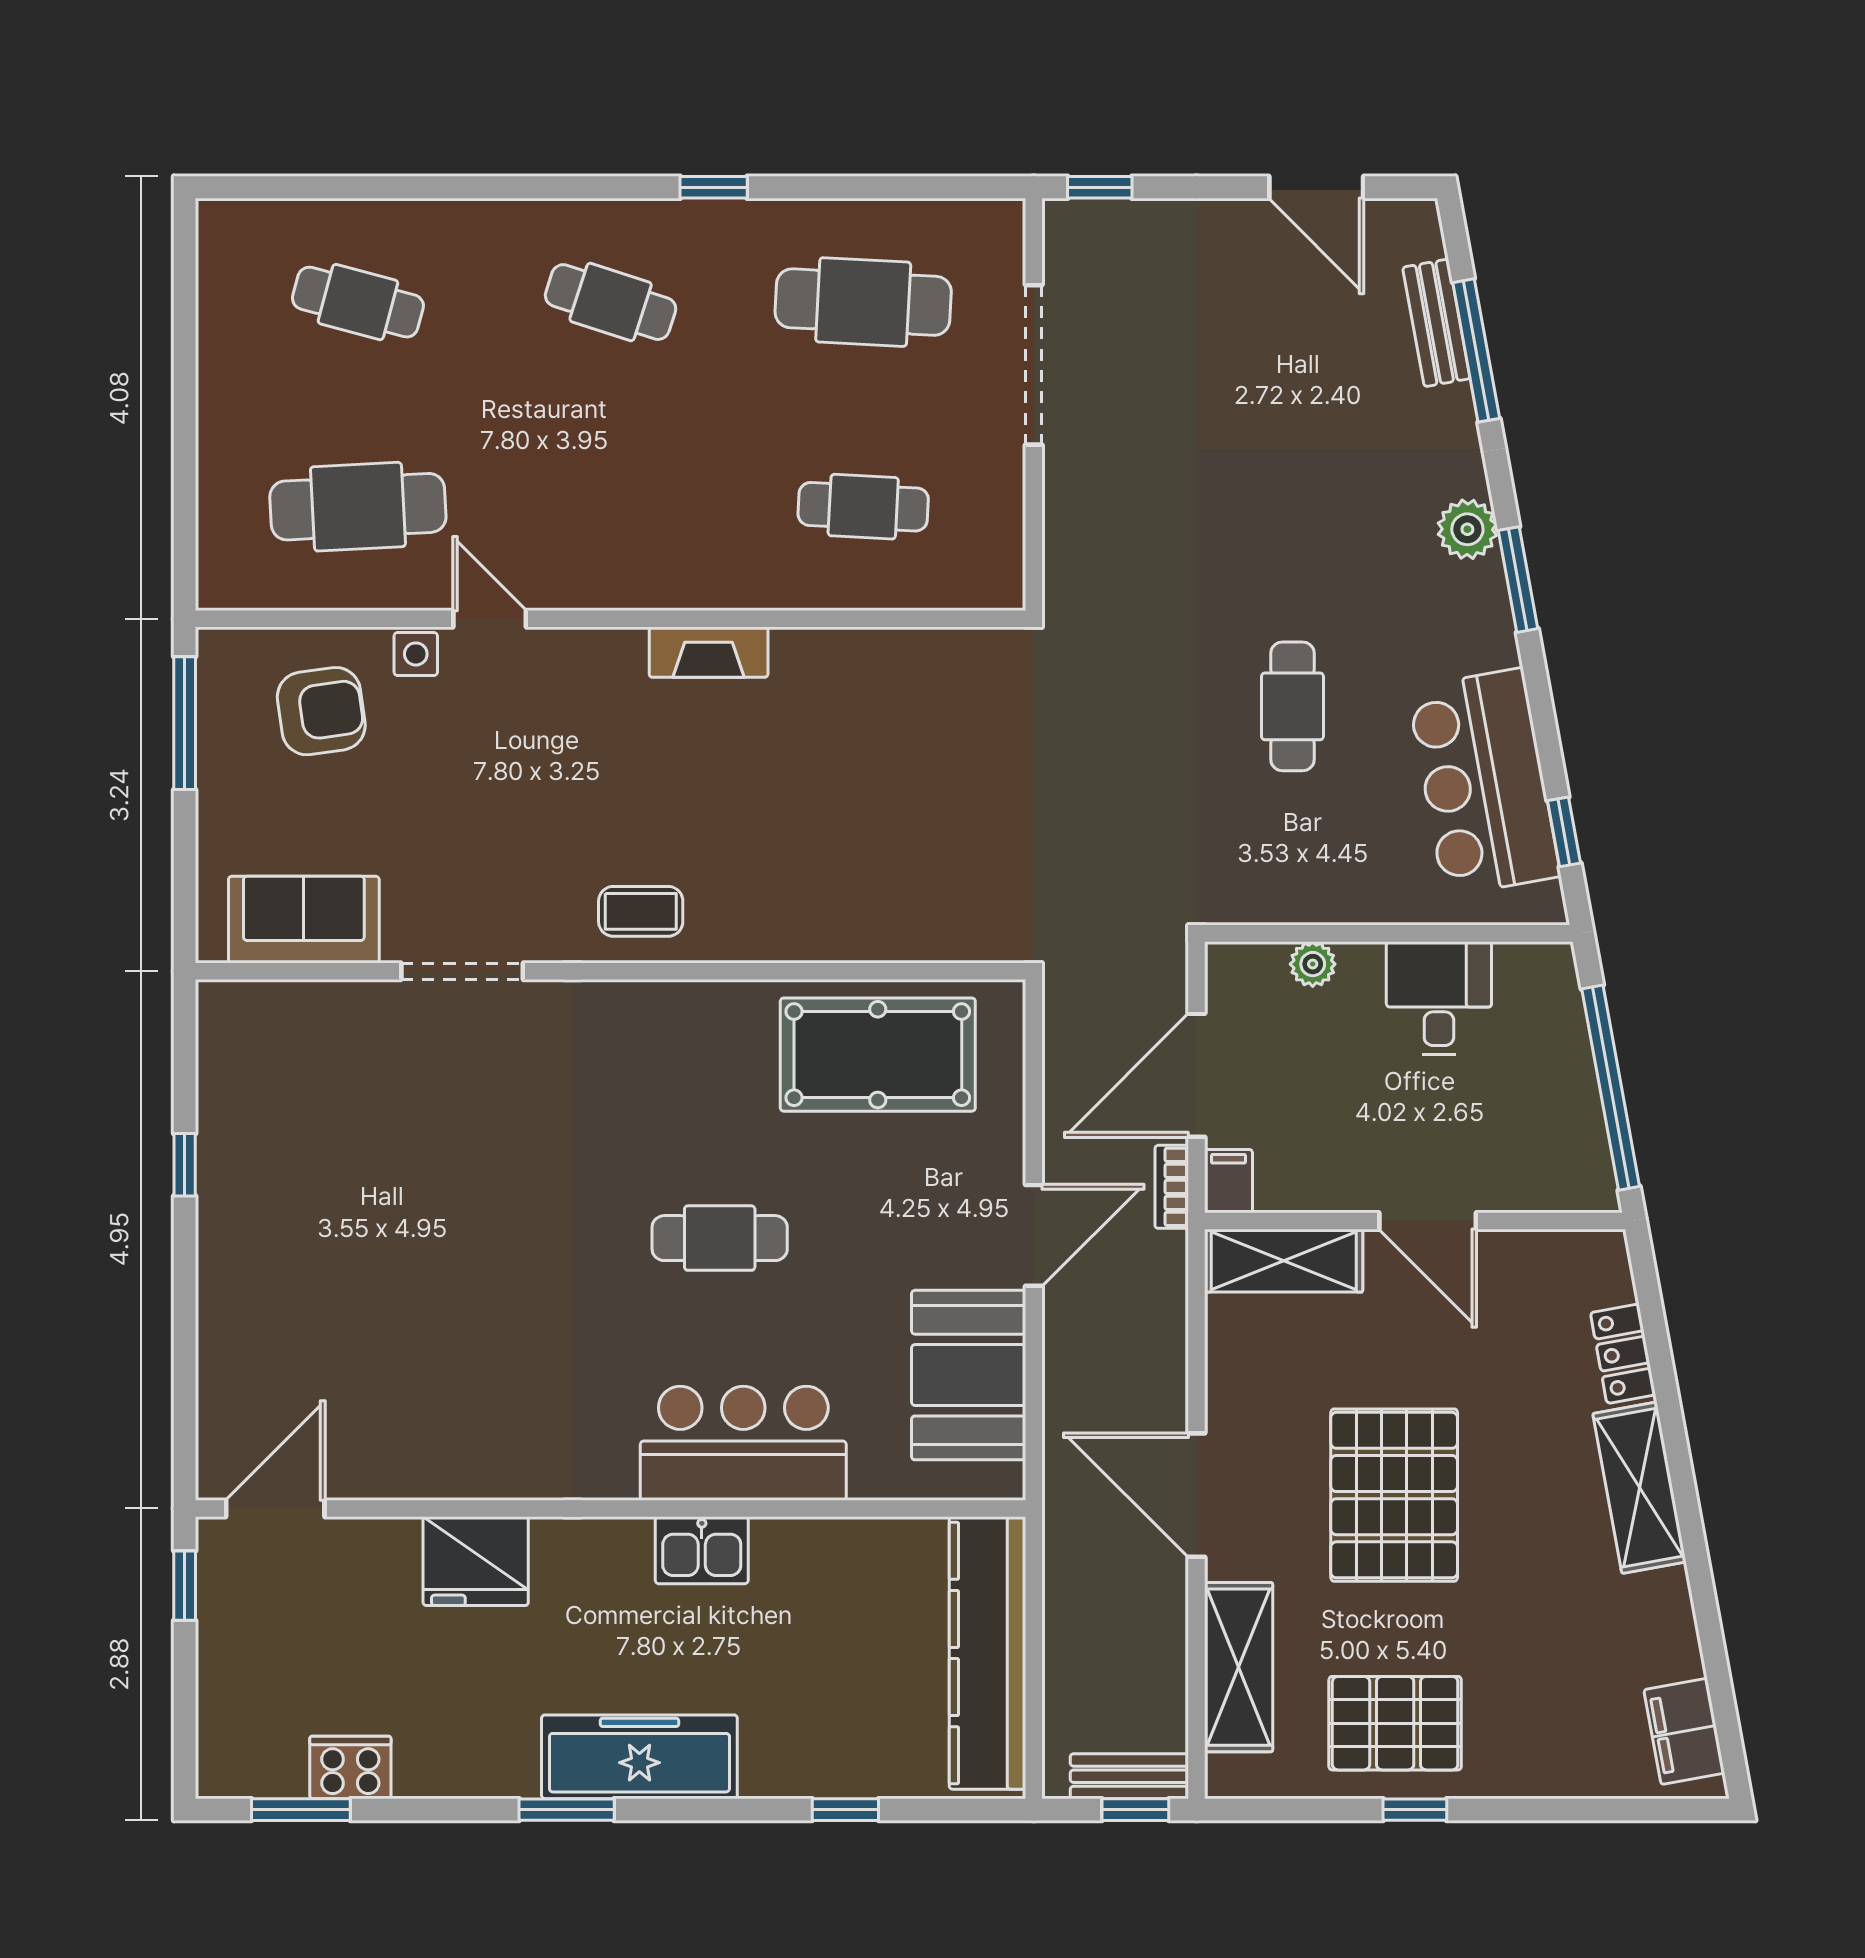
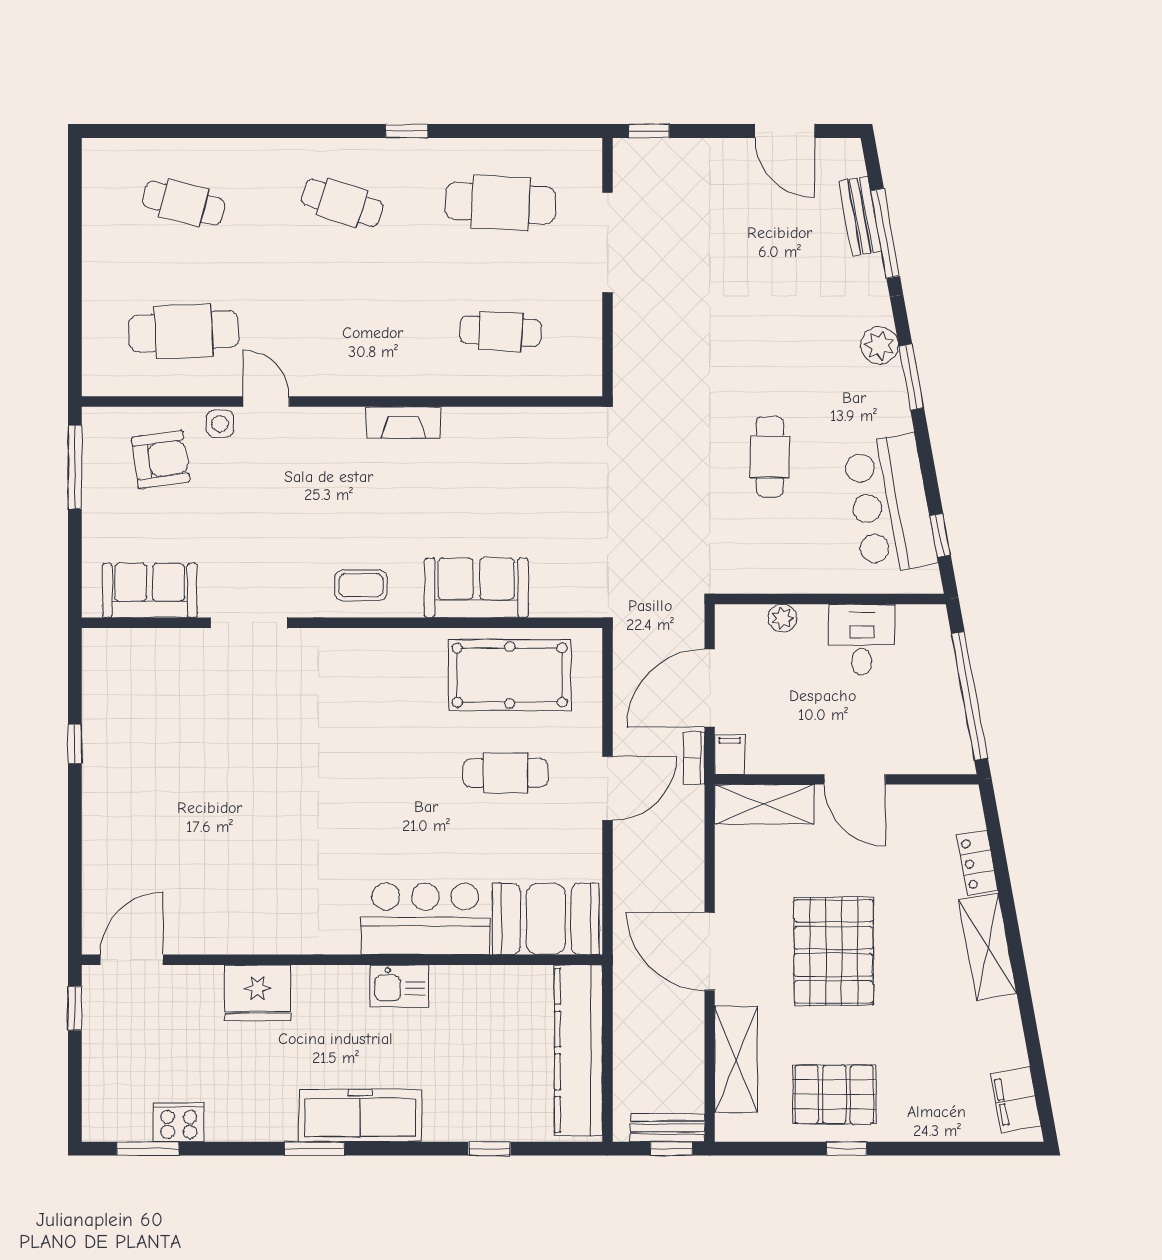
sofa: (824, 915) -> (476, 588), added
cafe table: (720, 1238) -> (506, 773), moved
booth: (969, 1375) -> (546, 919), moved, turned 90

